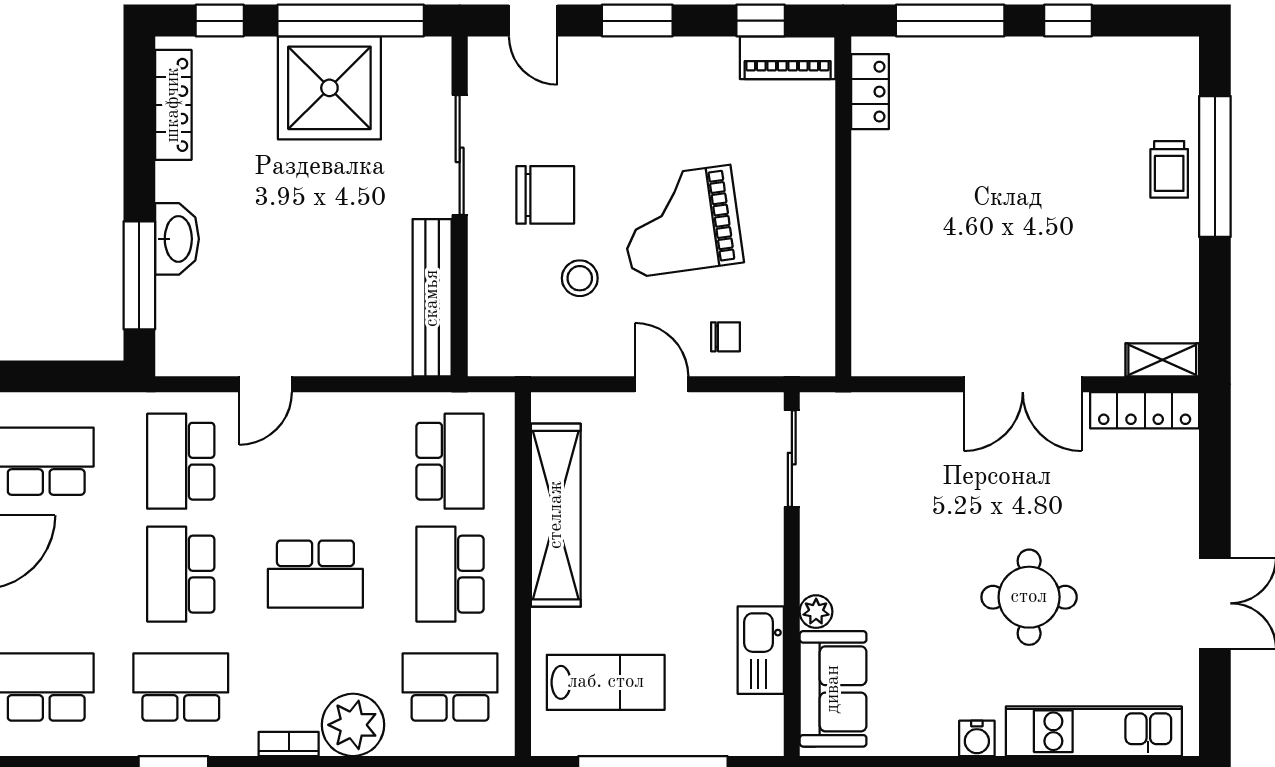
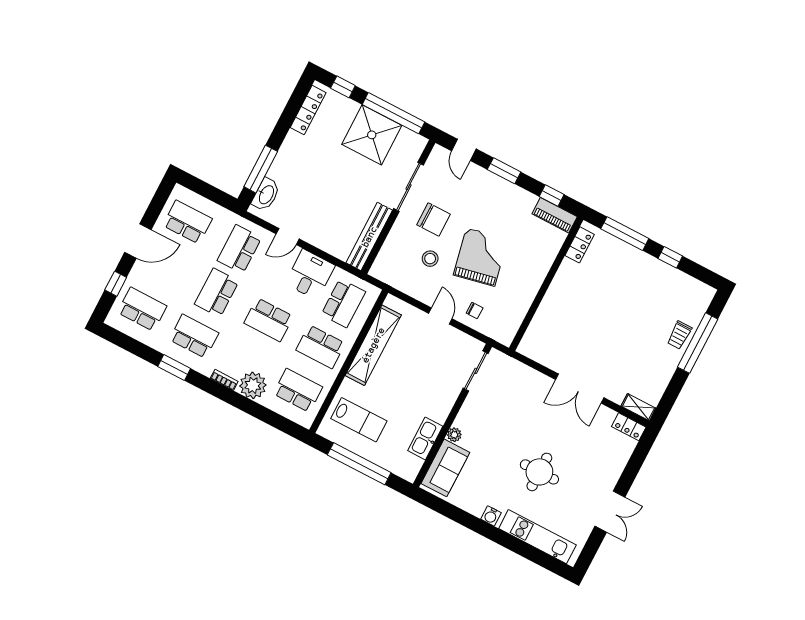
grand piano: (681, 221) -> (480, 257), turned 86
washbasin: (177, 239) -> (266, 194), moved
locker: (1145, 410) -> (629, 427), width x0.66
desk: (352, 438) -> (310, 275), added
school desk: (450, 574) -> (321, 347), turned -90

